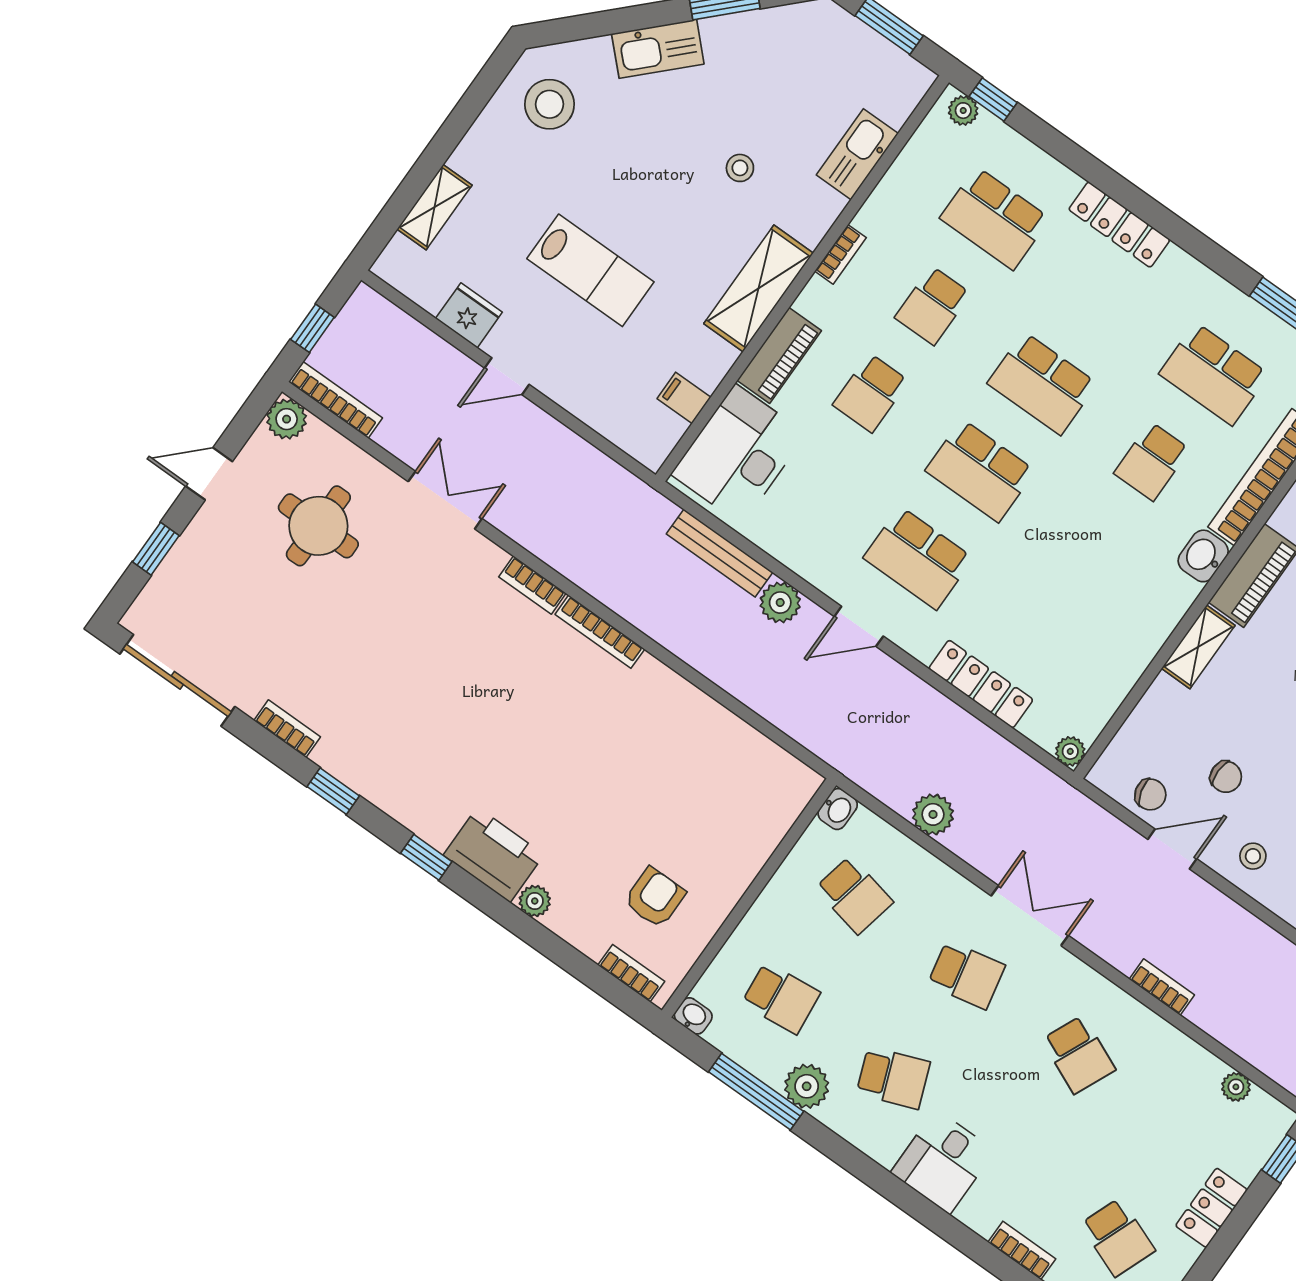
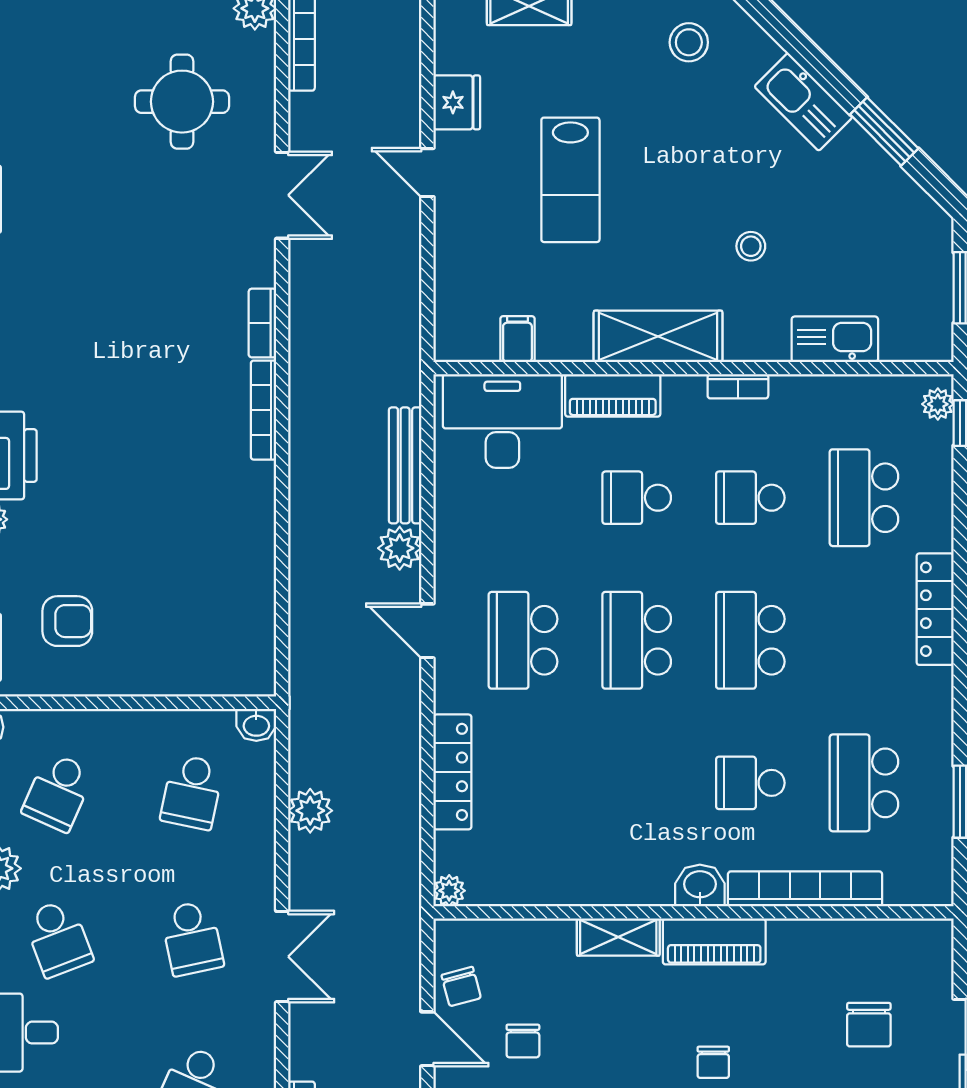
stool: (549, 104) -> (689, 42), width x0.73, depth x0.73
school desk: (781, 998) -> (58, 792), turned 30

